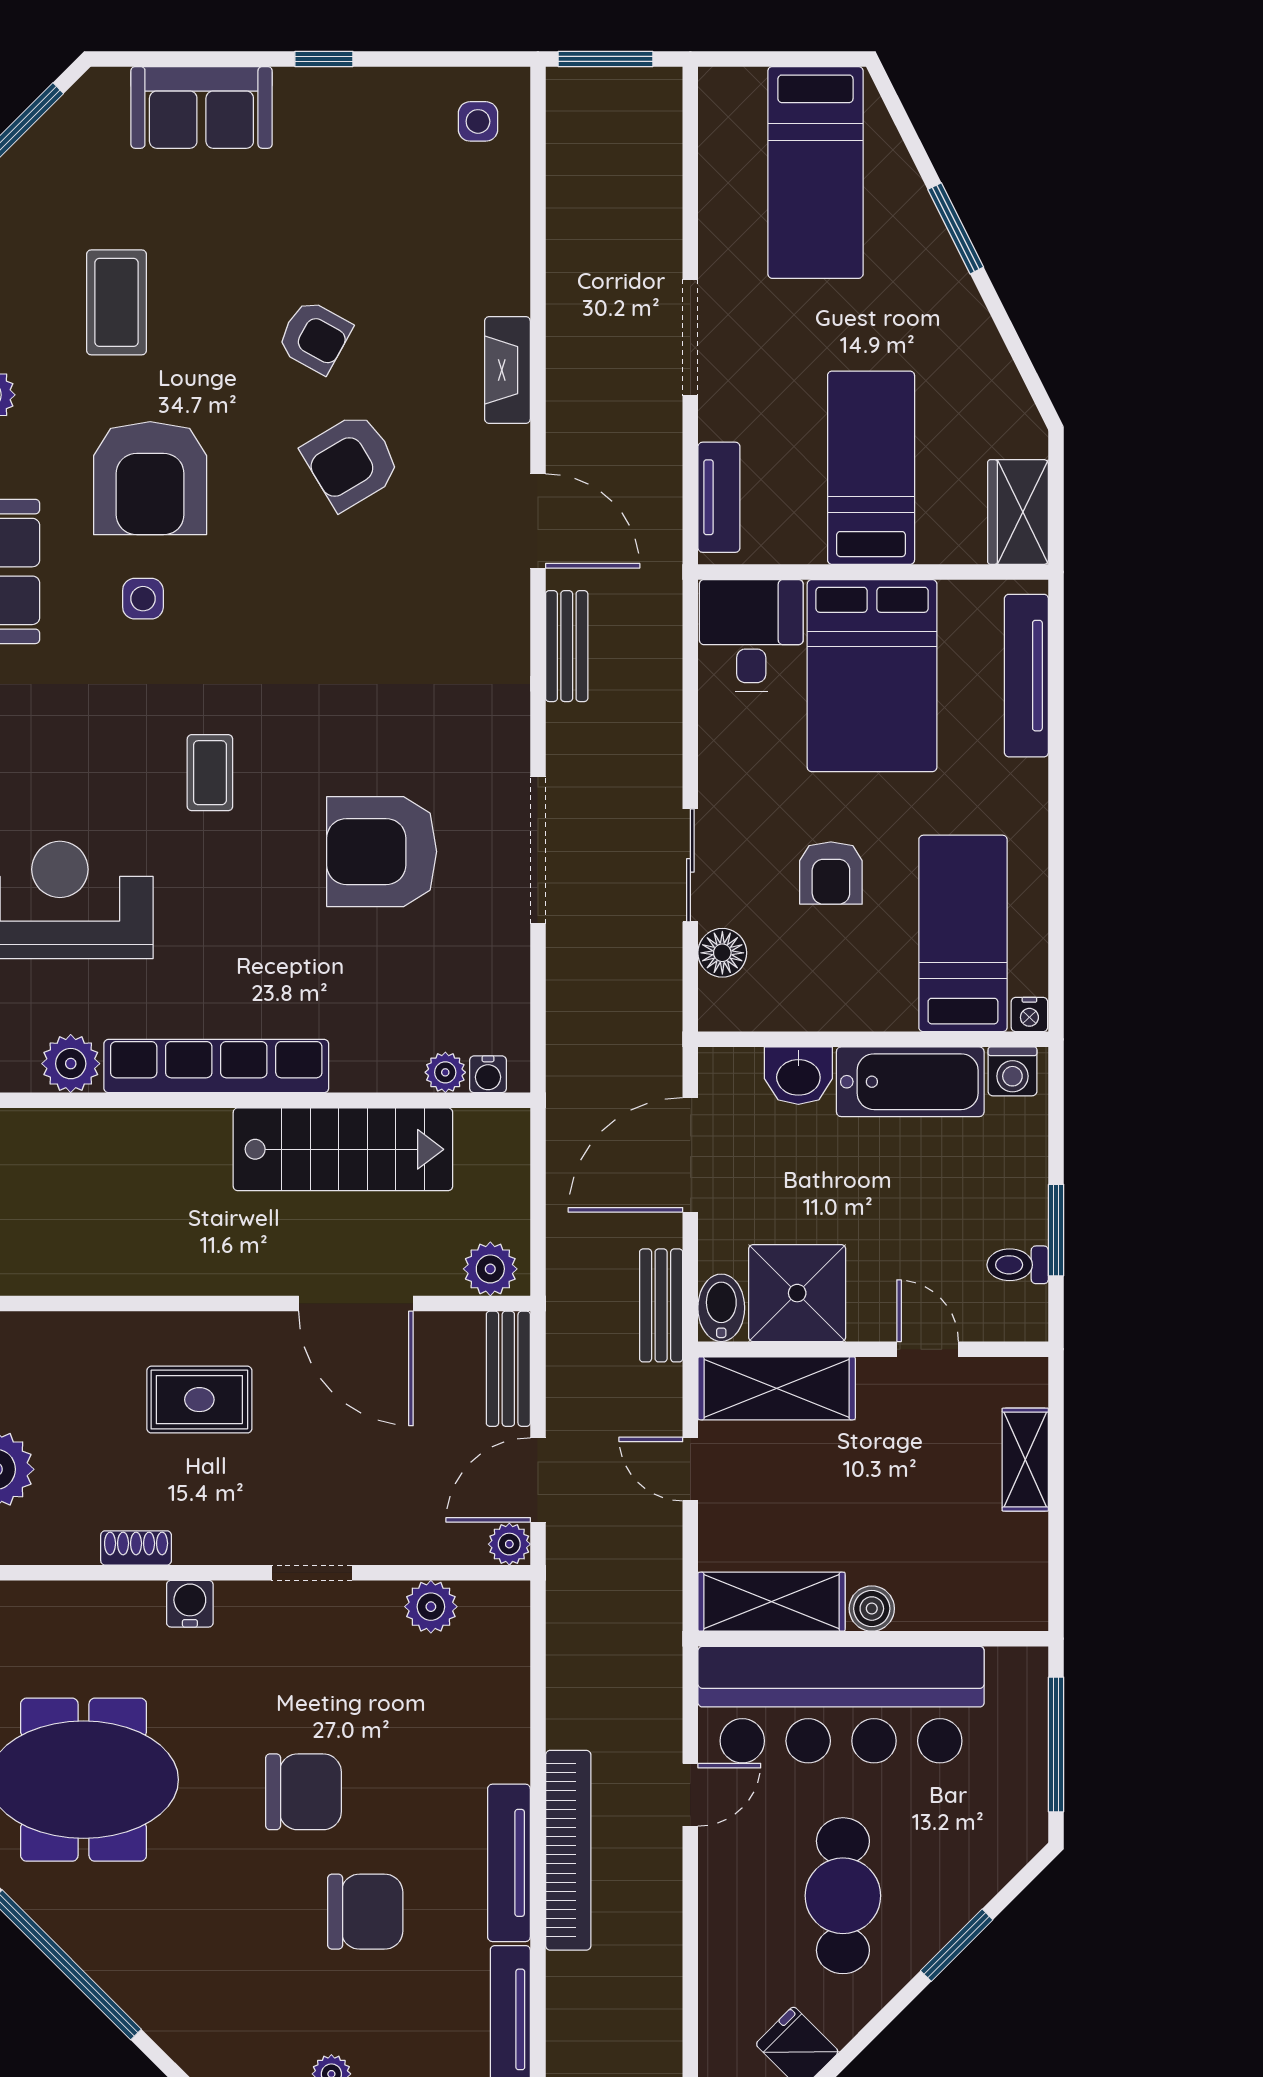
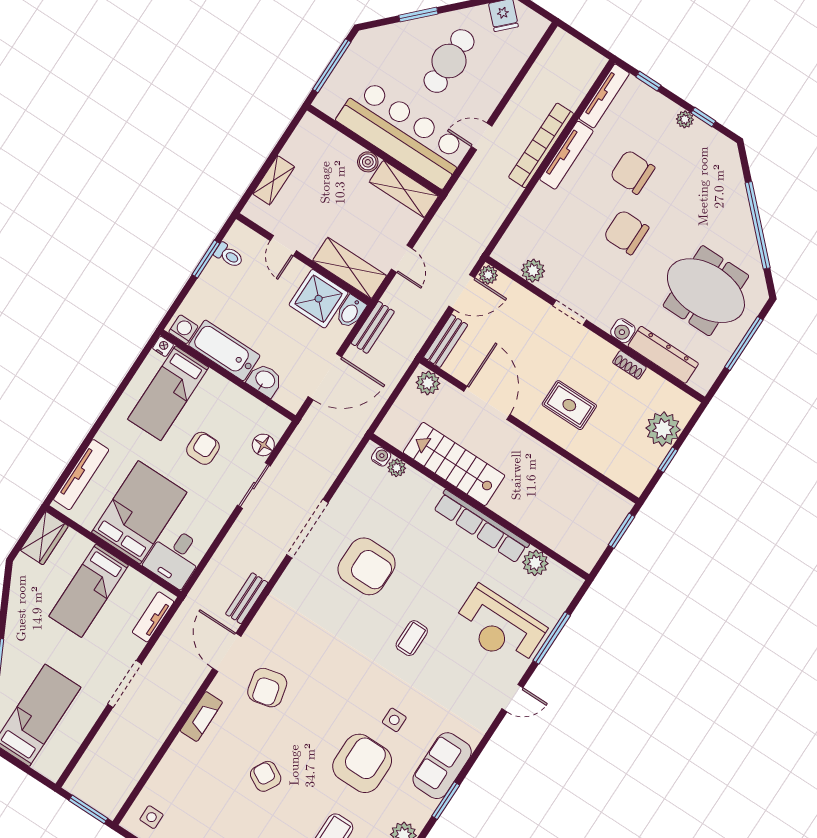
armchair: (351, 461) -> (267, 688), moved, turned 108
dresser: (85, 1608) -> (663, 355), added

